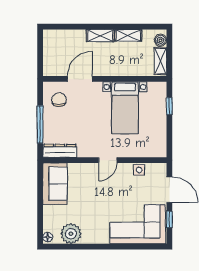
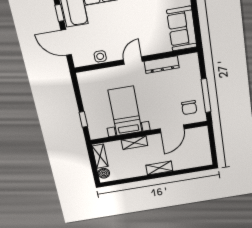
shelving: (128, 35) -> (134, 143), moved
window: (40, 124) -> (206, 96), moved
dresser: (60, 151) -> (162, 65), moved

